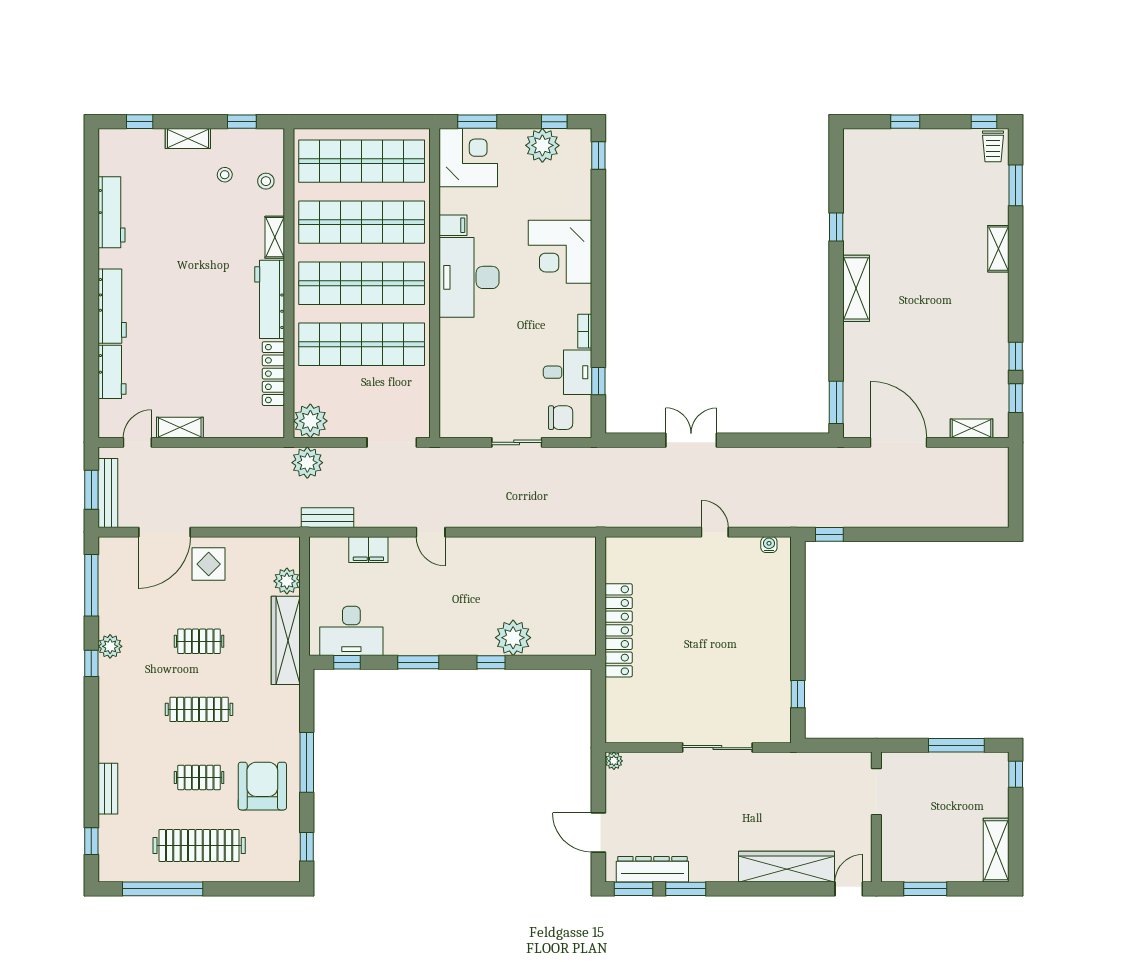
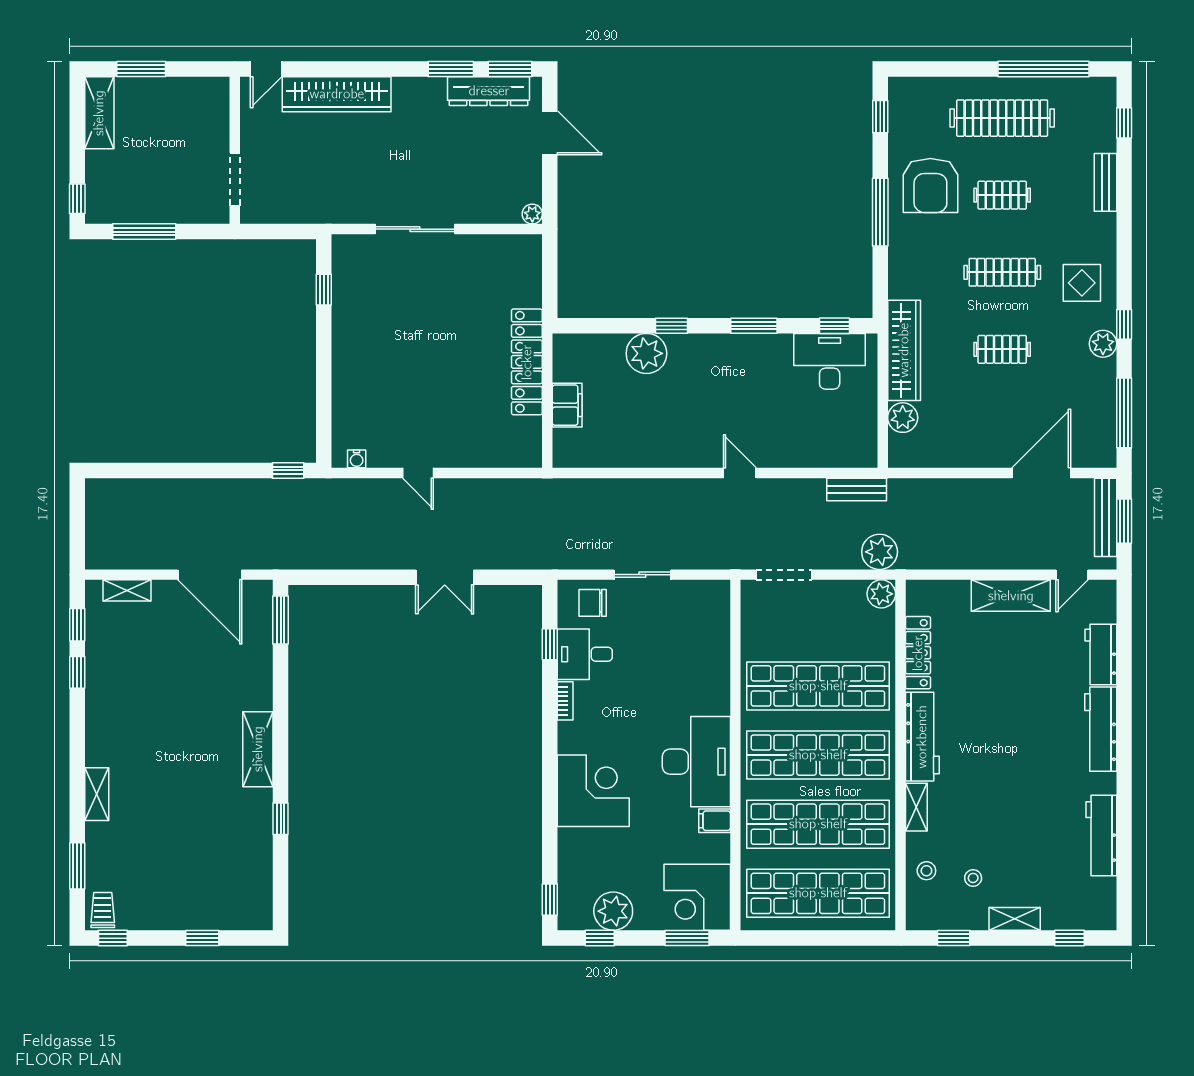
plant: (310, 421) -> (881, 594), width x0.73, depth x0.73
shelving: (180, 428) -> (1011, 596), width x1.50, depth x1.33
filing cabinet: (368, 550) -> (567, 405), moved, turned 90
display table: (209, 564) -> (1082, 283), moved
window: (925, 889) -> (141, 69), moved

